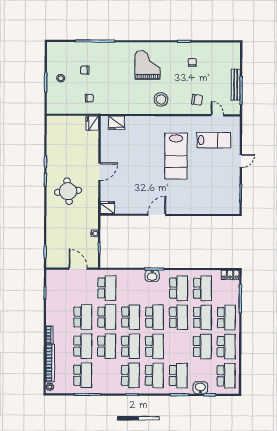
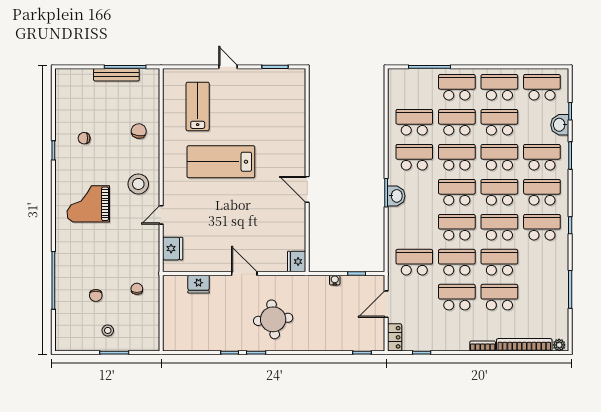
door: (217, 115) -> (161, 215), moved
fridge: (92, 123) -> (199, 284), moved
lab bench: (176, 156) -> (221, 162), turned 180
locker: (230, 275) -> (395, 337), moved
school desk: (83, 375) -> (499, 157), moved

